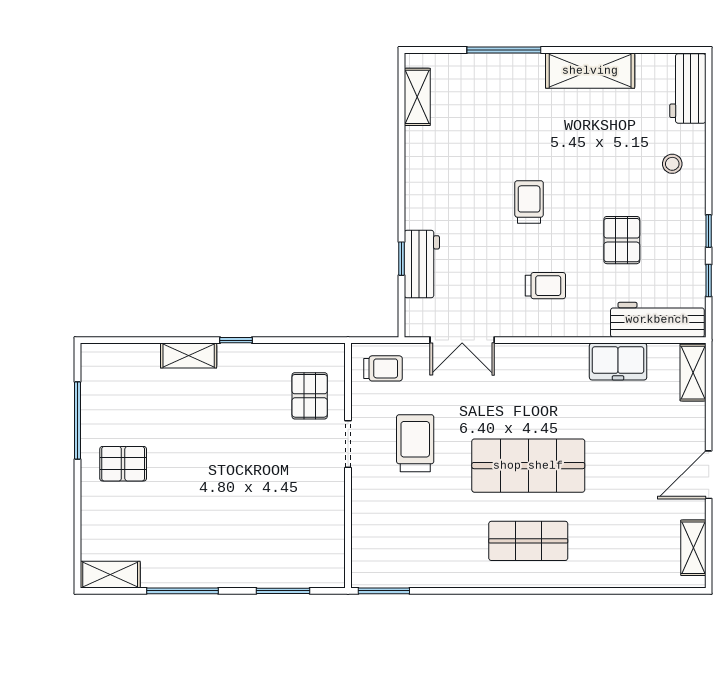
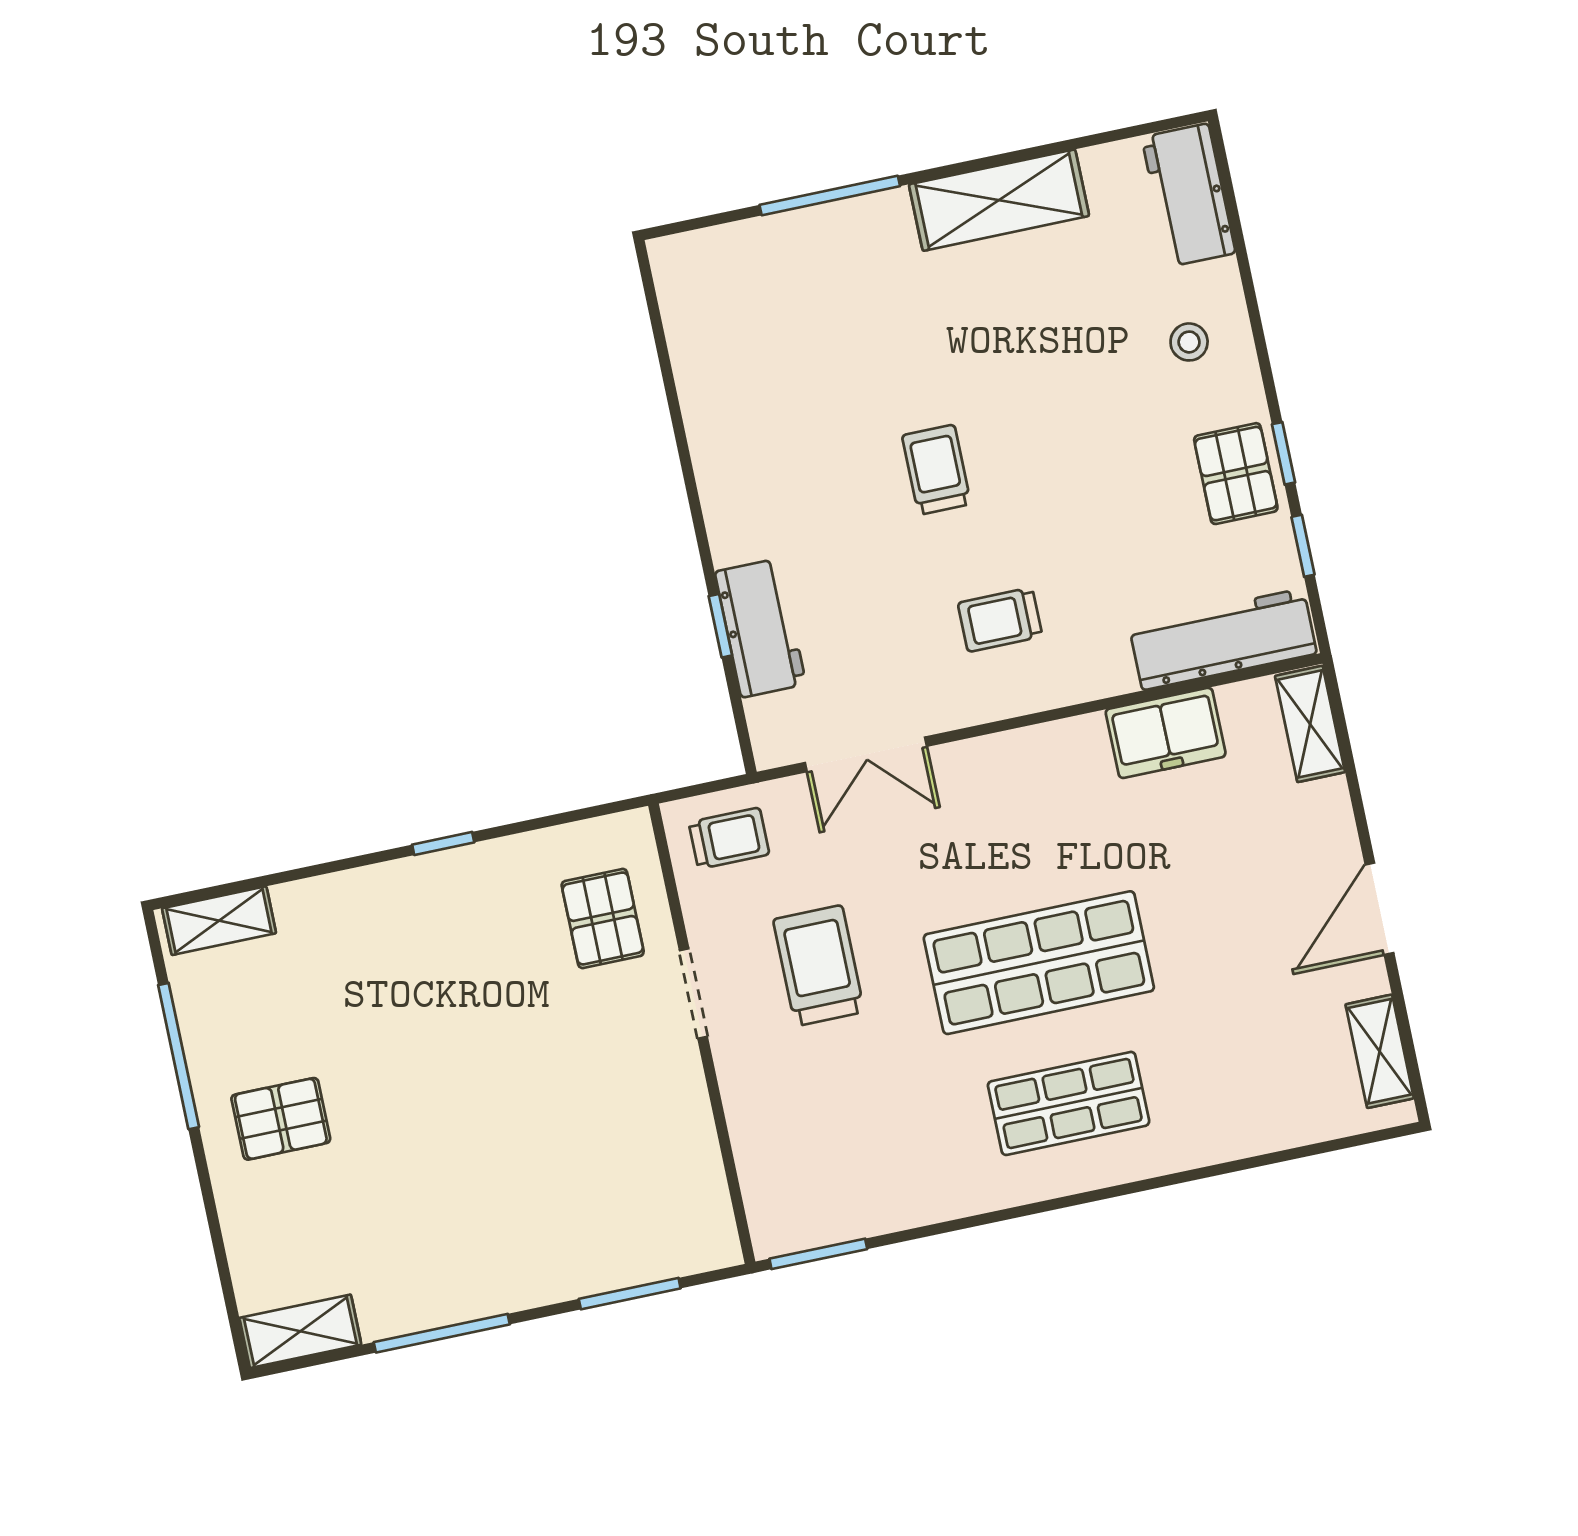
shelving: (417, 97) -> (686, 317), removed
pallet: (622, 240) -> (1236, 474), moved
trolley: (545, 286) -> (1000, 620), turned 180
shelving: (189, 356) -> (219, 921), moved

